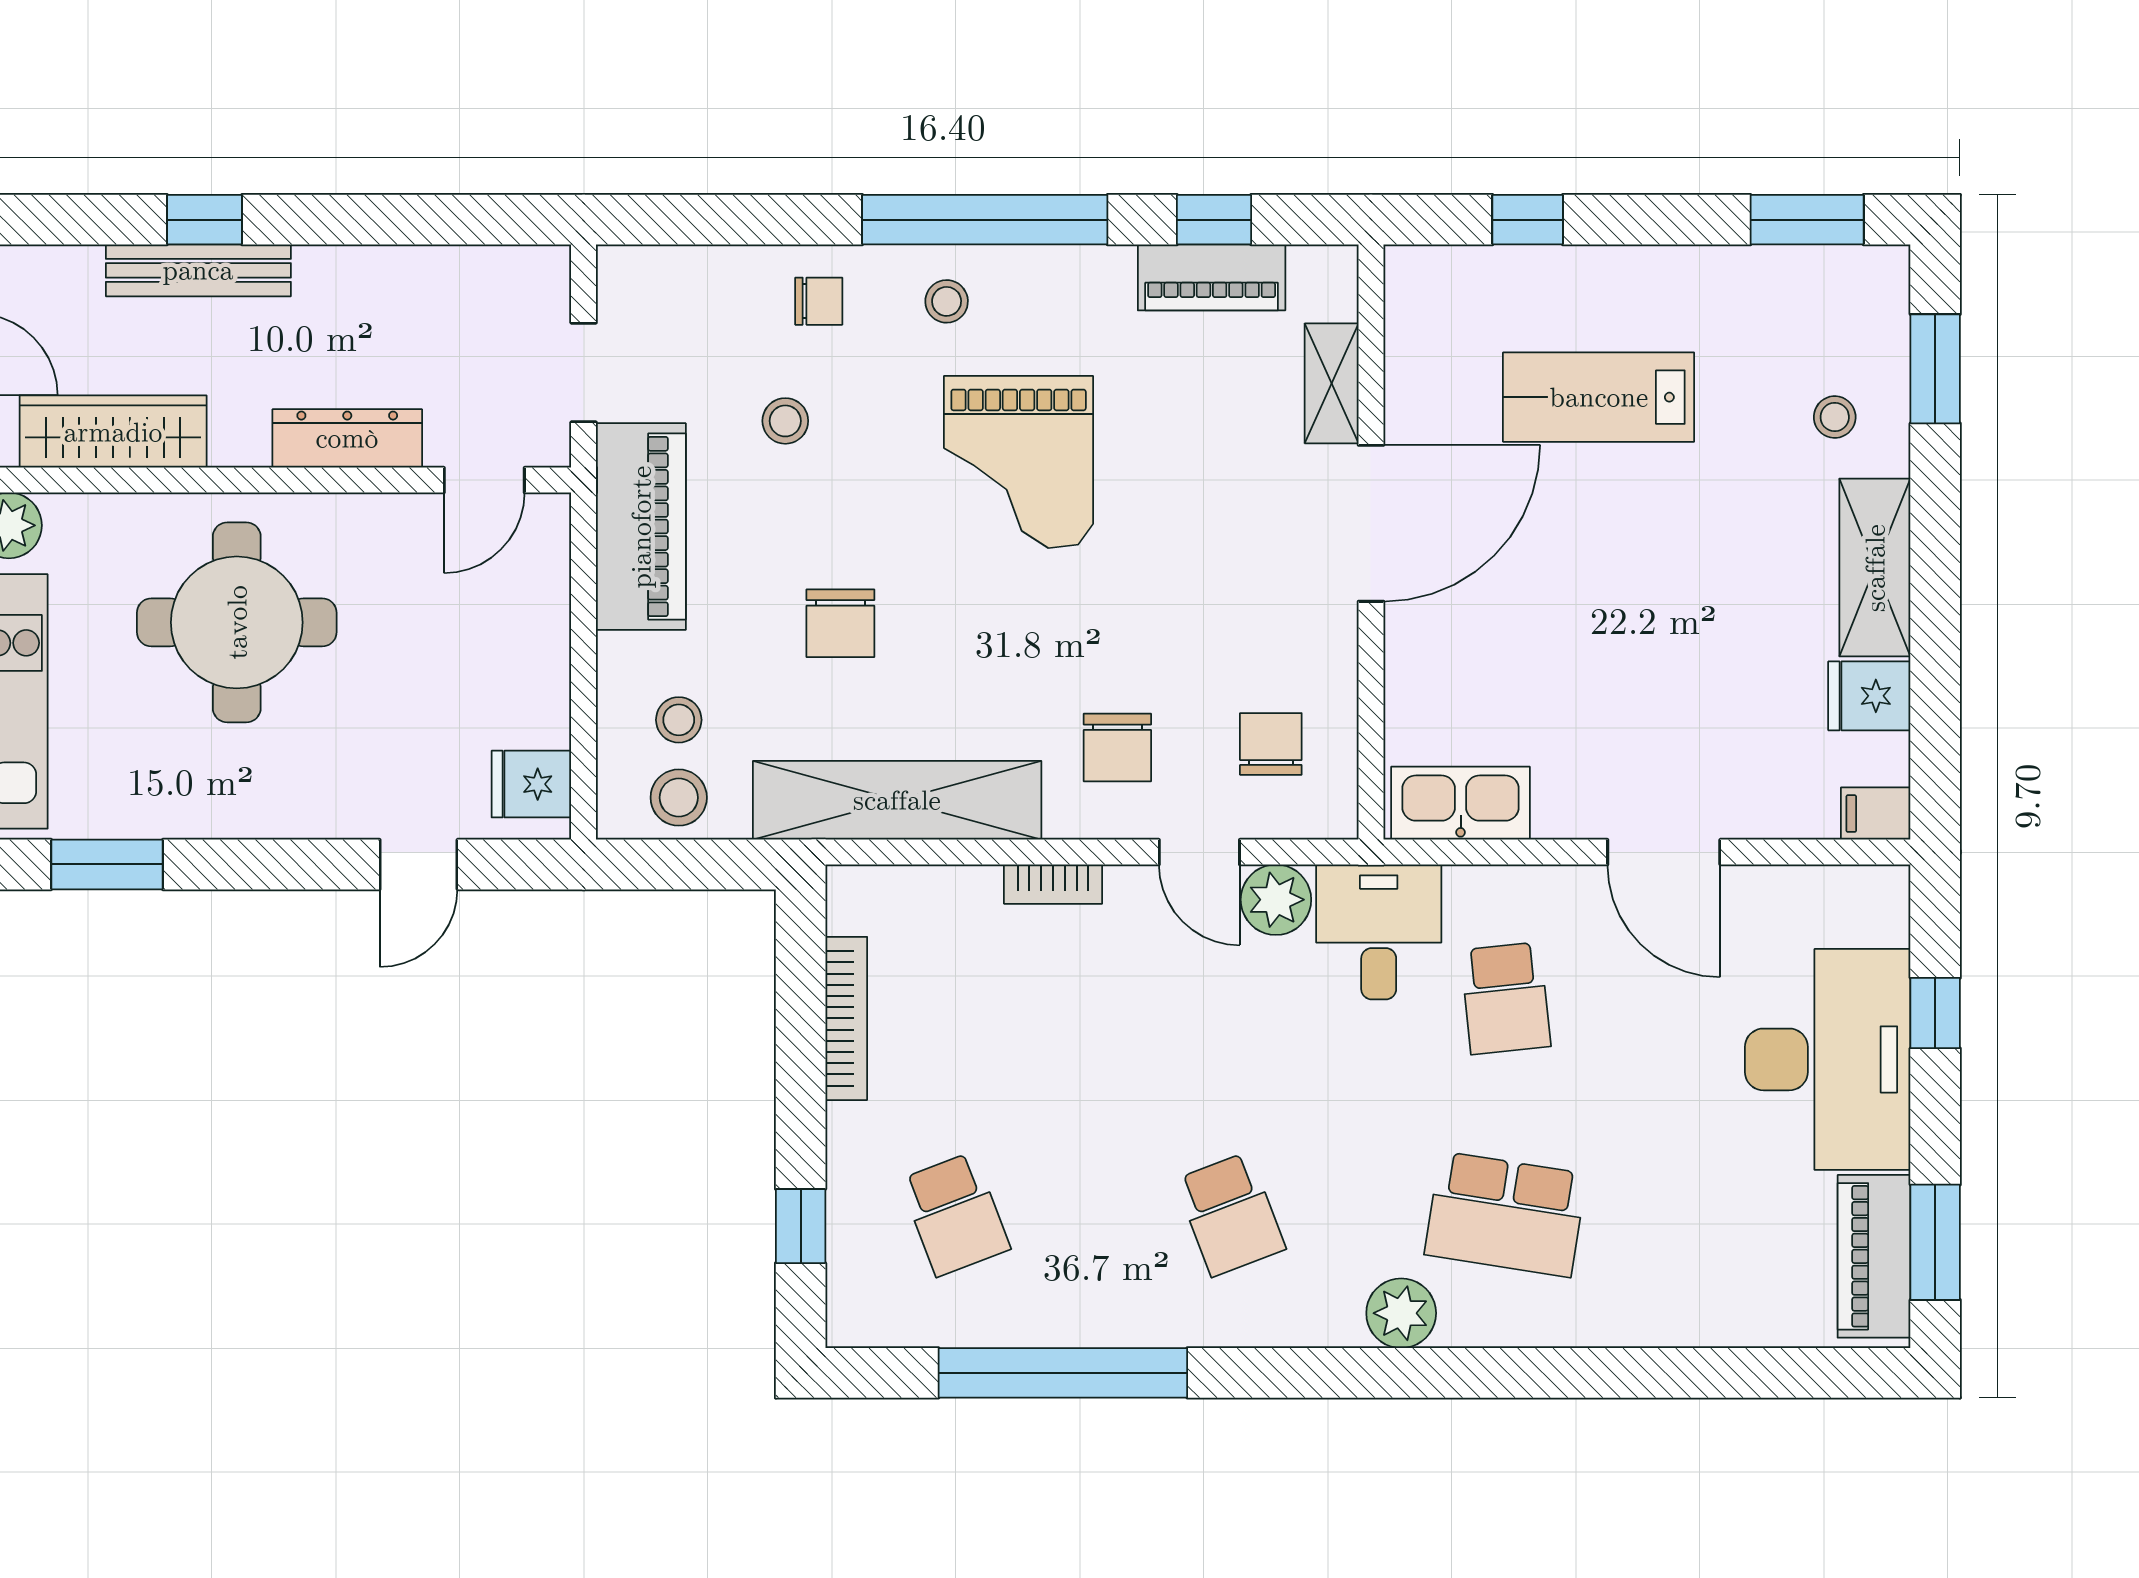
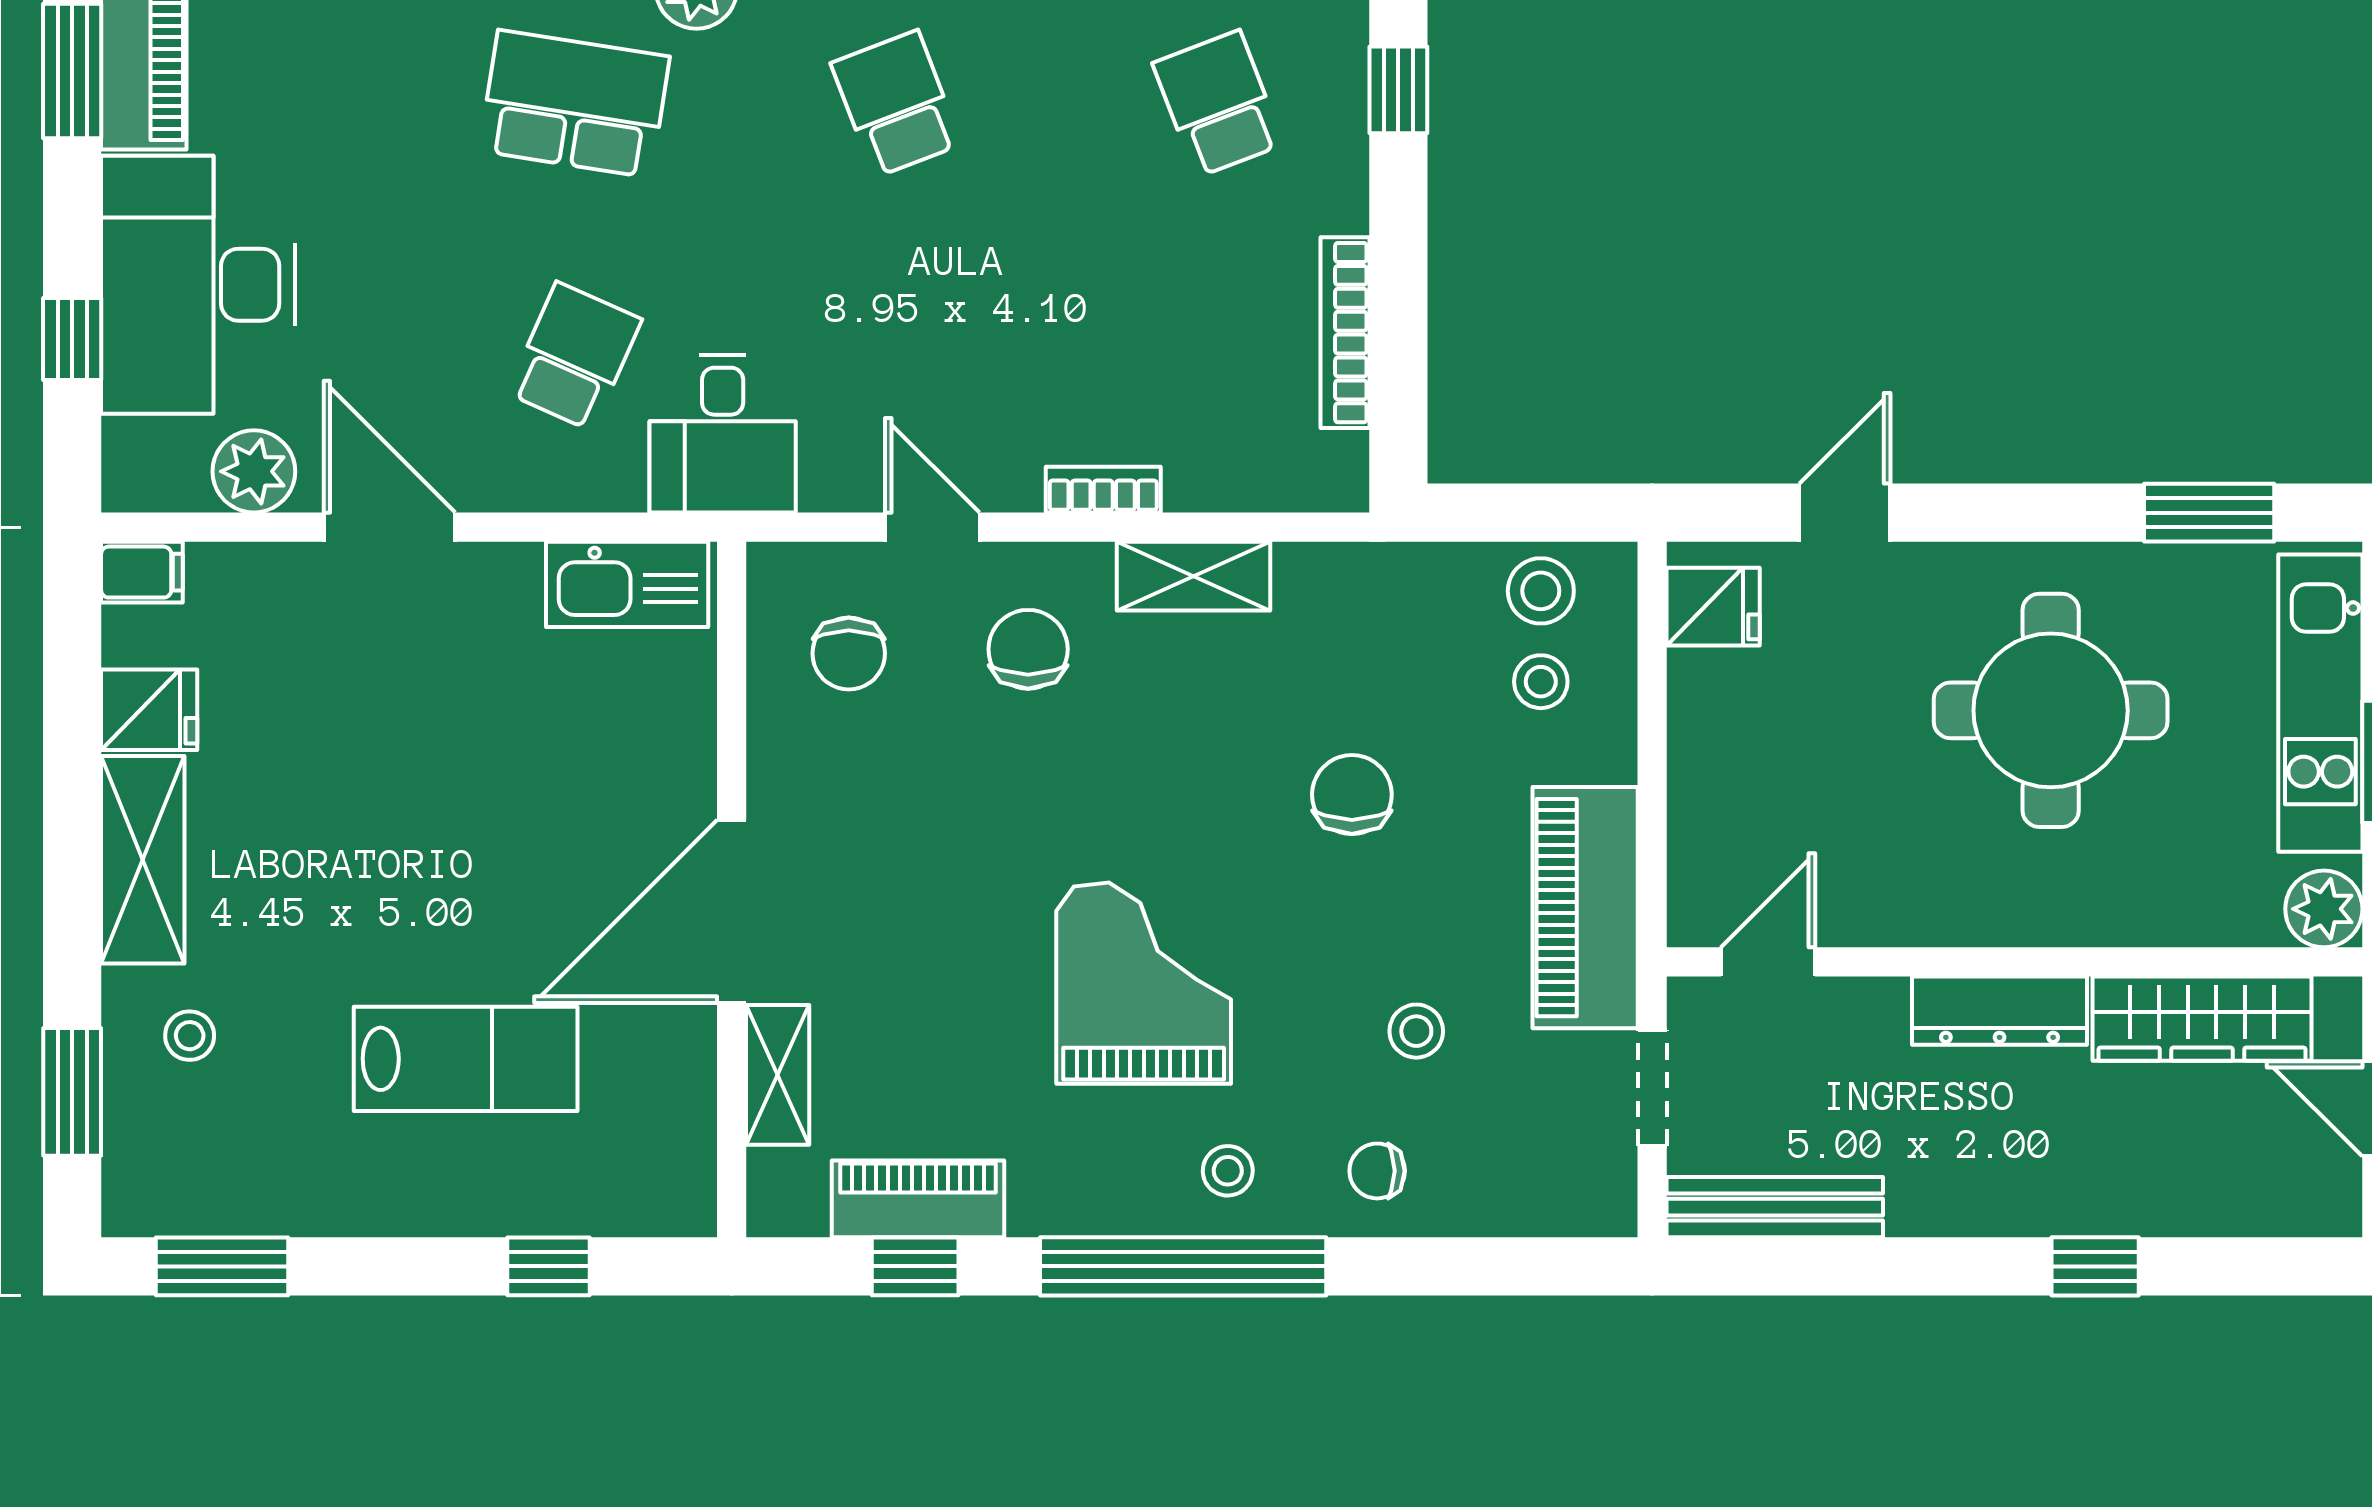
bench: (198, 270) -> (1775, 1207), moved
dresser: (347, 438) -> (2000, 1011), moved
round table: (237, 622) -> (2051, 710), moved
shelving: (897, 800) -> (1194, 576), width x0.45, depth x0.75
plant: (1276, 900) -> (254, 471), moved
school desk: (1506, 998) -> (574, 356), turned 30

